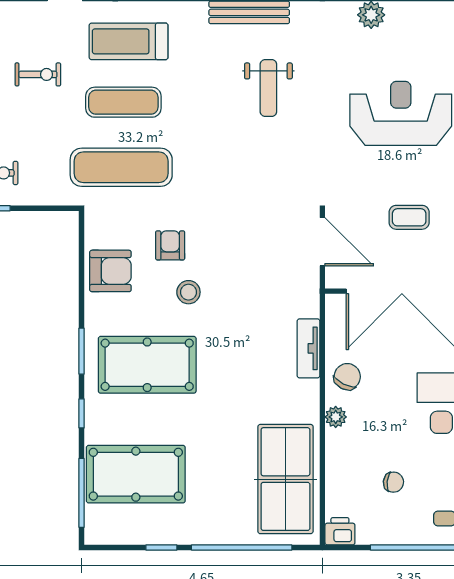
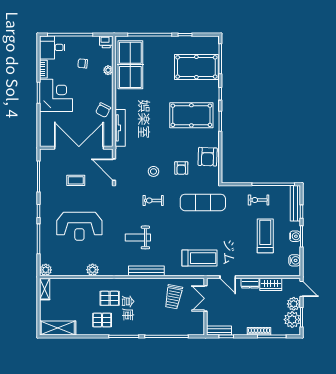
exercise bike: (38, 74) -> (153, 200), moved
weight bench: (268, 88) -> (138, 237), turned -90
exercise mat: (123, 102) -> (202, 231), removed
armchair: (110, 271) -> (208, 157), turned -88
stool: (188, 292) -> (153, 171), moved
tv unit: (309, 348) -> (120, 128), width x1.41
plant: (336, 417) -> (108, 70), moved

